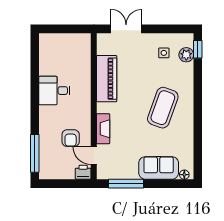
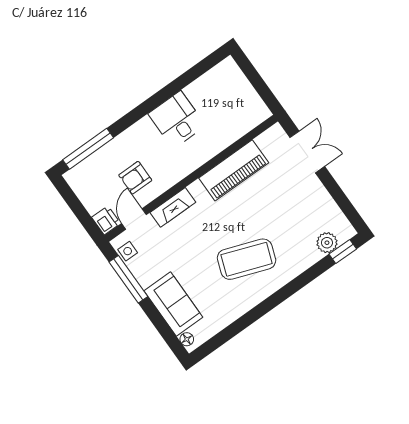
side table: (164, 53) -> (128, 251), moved

